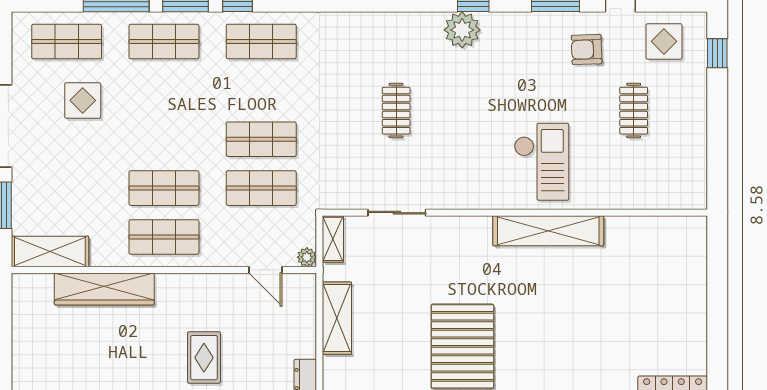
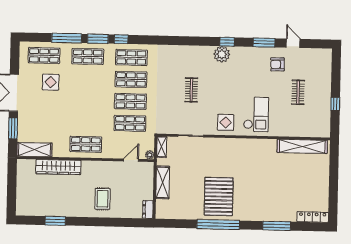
display table: (664, 41) -> (226, 122), moved
window: (717, 53) -> (335, 104), moved
shop shelf: (164, 188) -> (131, 79), moved
shelving: (548, 231) -> (302, 146), moved
door: (266, 270) -> (131, 160), swing flipped

